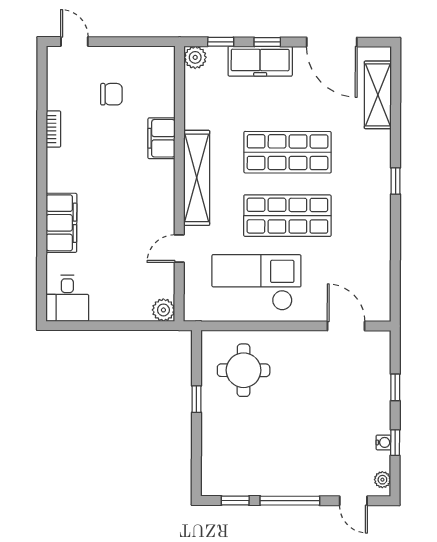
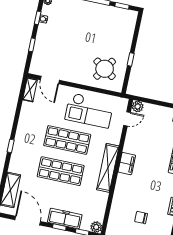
filing cabinet: (161, 138) -> (127, 164), moved
door: (179, 249) -> (127, 119), moved
shelving: (381, 299) -> (30, 90), added
round table: (244, 370) -> (105, 69), turned 34

